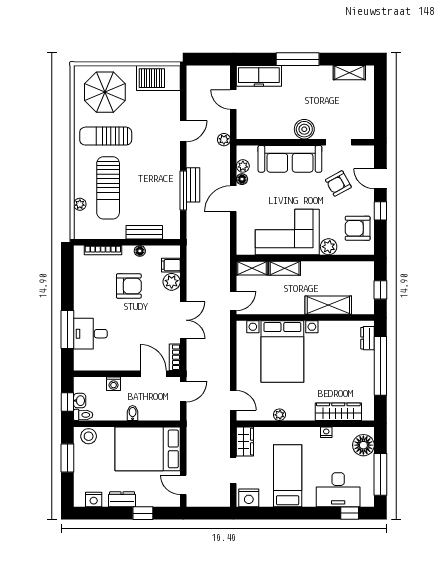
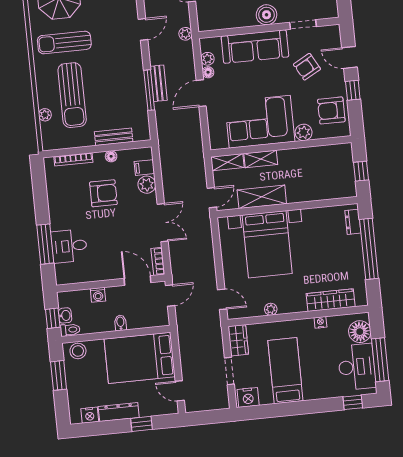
shelving: (328, 305) -> (262, 197), moved
desk: (338, 490) -> (357, 367), moved, turned -90
dresser: (122, 499) -> (119, 412), width x1.44

